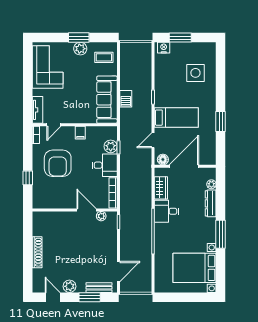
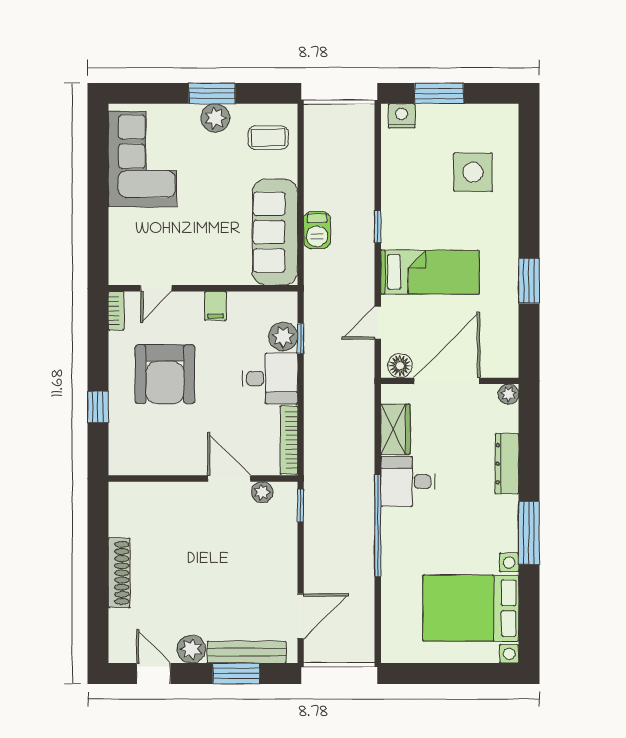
tv unit: (38, 110) -> (120, 255), removed
plant: (211, 184) -> (508, 394), moved
bench: (99, 288) -> (247, 652), width x1.36

